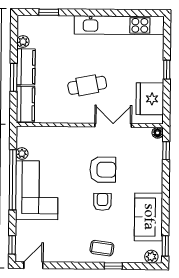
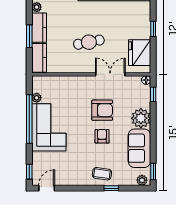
plant: (151, 180) -> (141, 118), added

